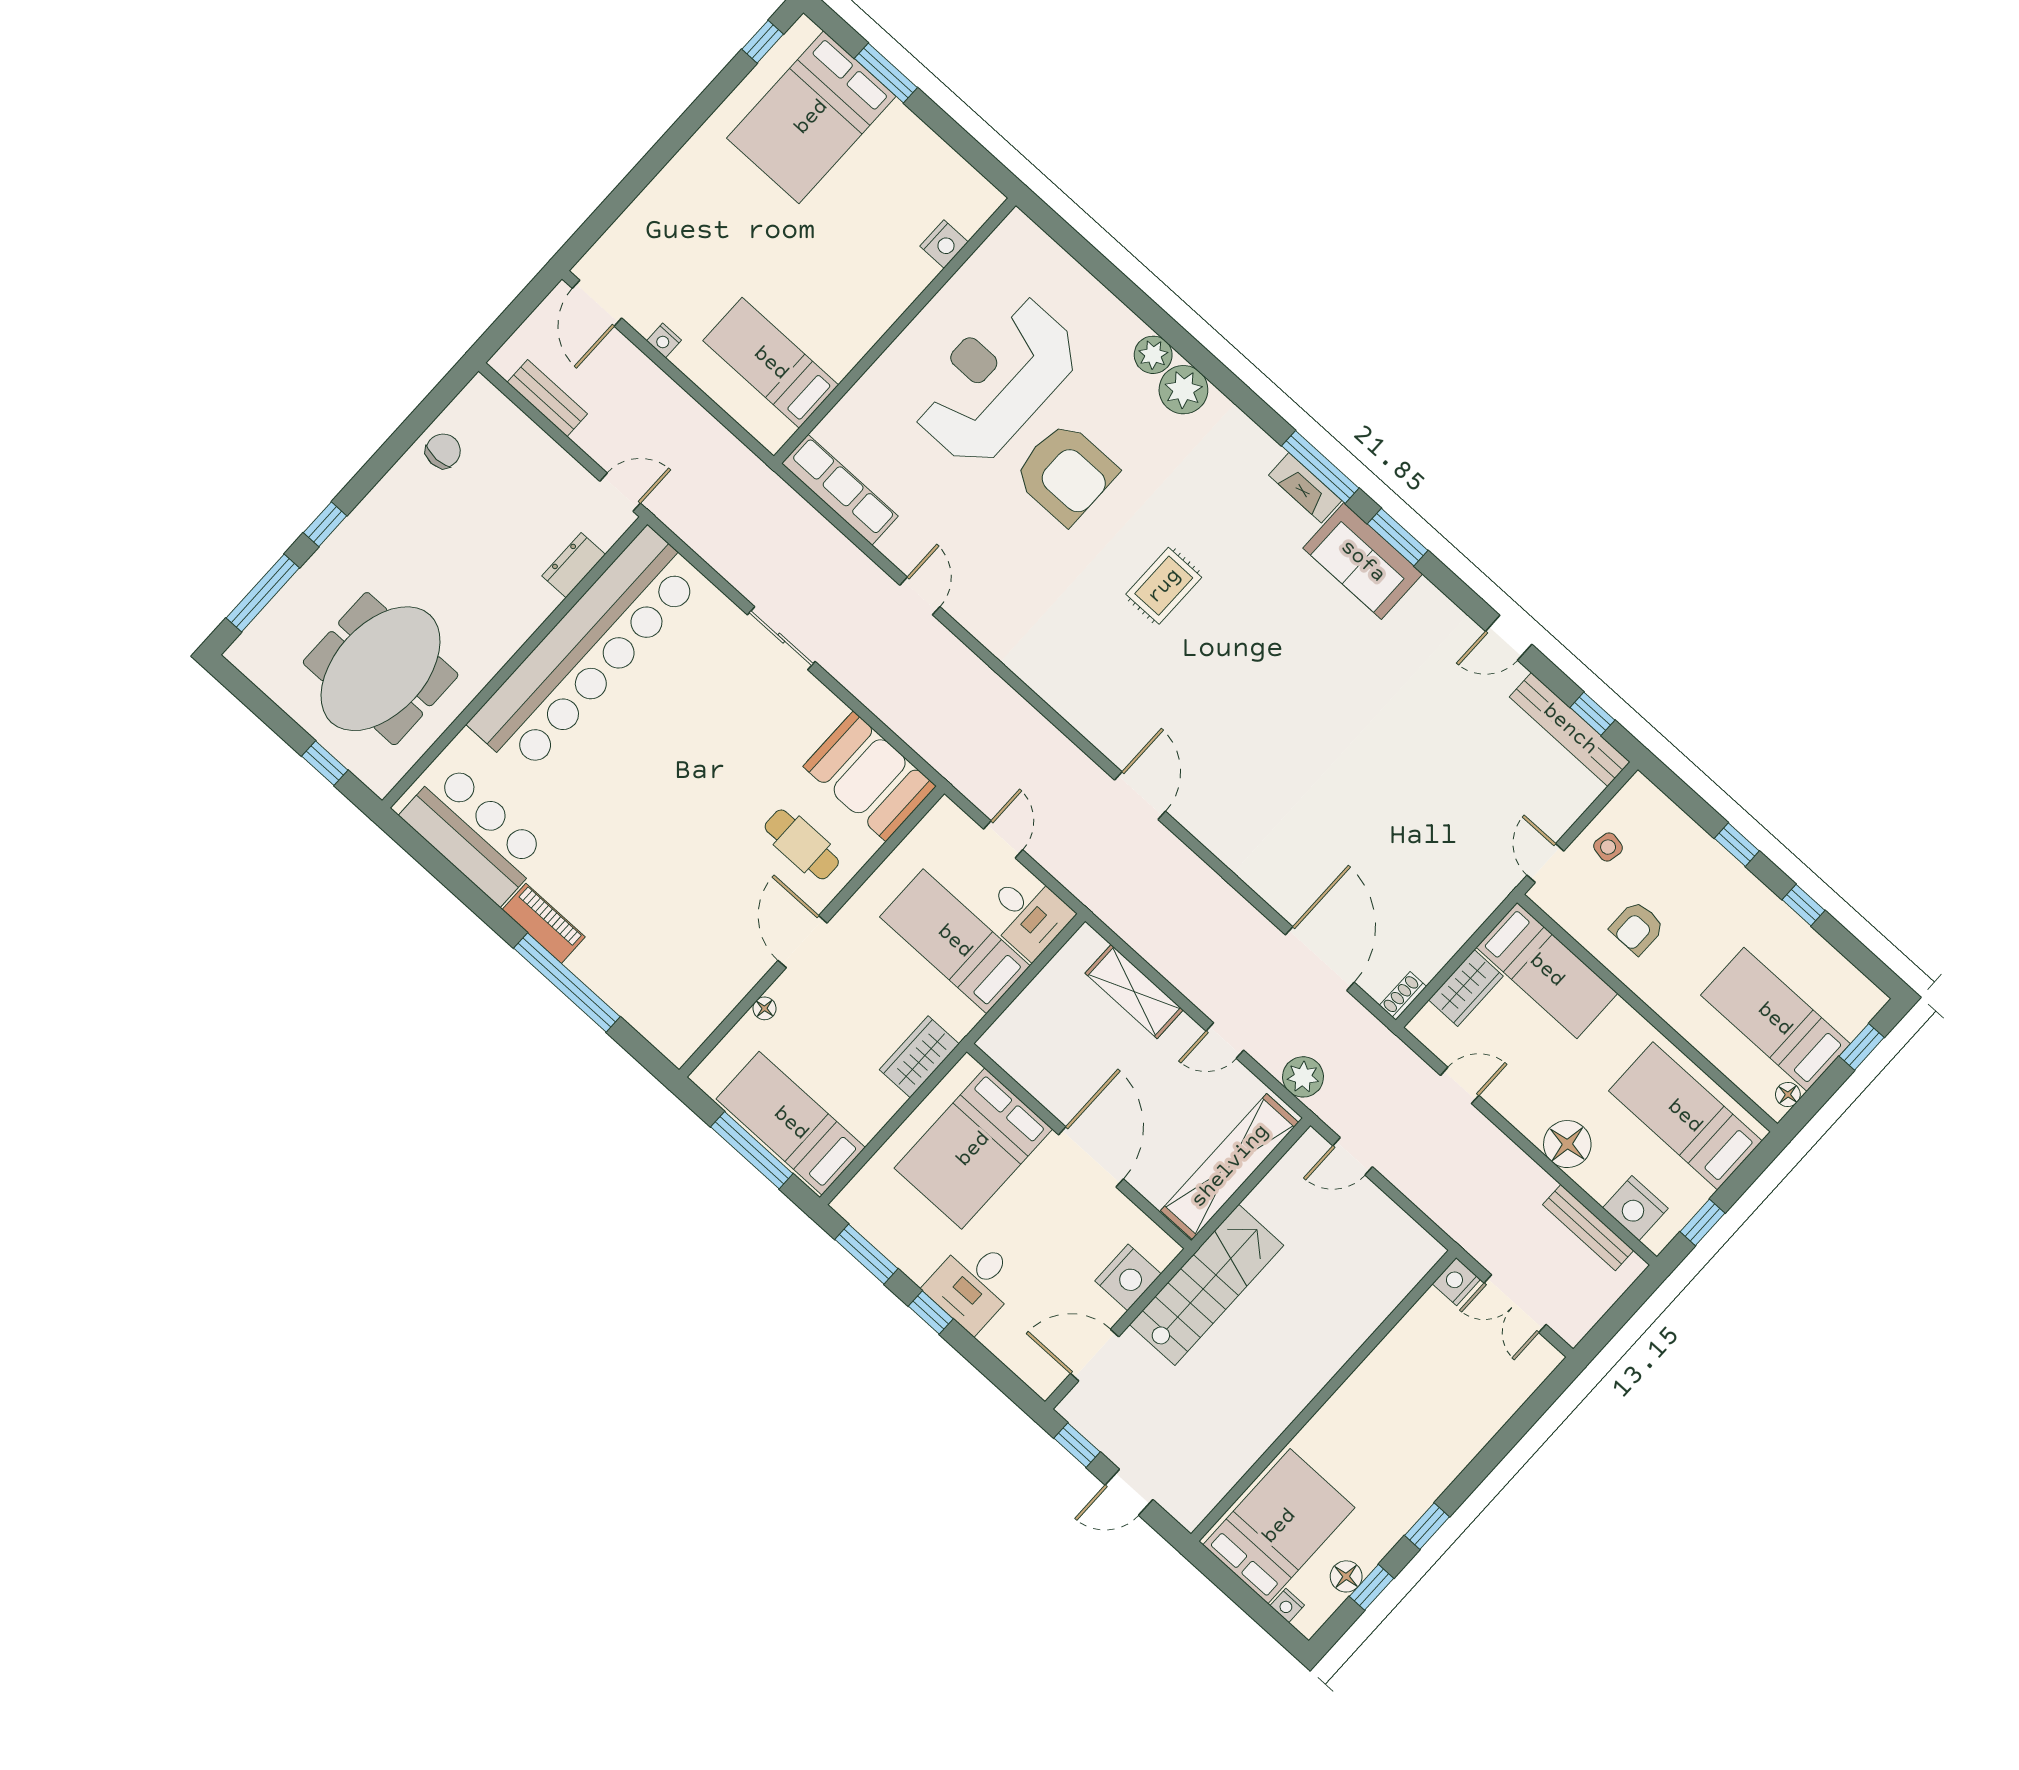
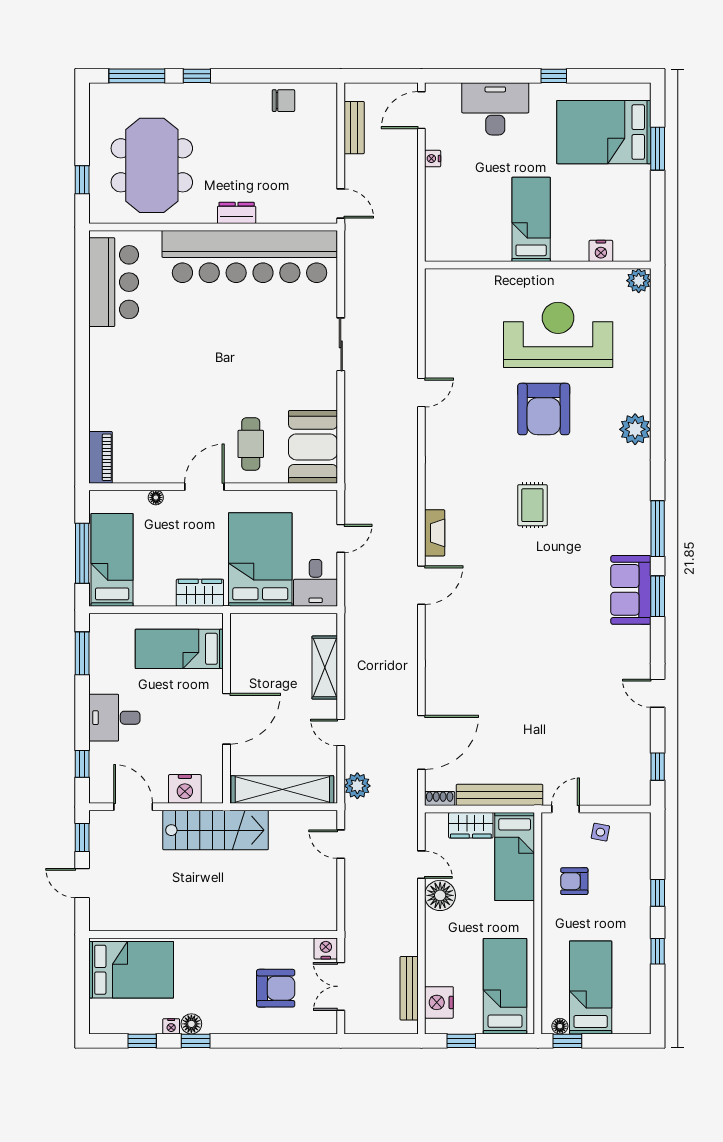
window: (763, 42) -> (554, 76), moved
desk: (672, 217) -> (495, 109), added
plant: (1153, 355) -> (639, 281), moved
bed: (771, 363) -> (531, 219), moved
fireplace: (1305, 488) -> (435, 533), moved, turned 180
row of seats: (840, 490) -> (438, 308), removed
dresser: (574, 565) -> (237, 213), moved
rug: (1164, 586) -> (532, 505), turned 90
meeting table: (381, 669) -> (152, 165), turned 90
bench: (1570, 729) -> (499, 795), moved, turned 90
piano: (544, 923) -> (101, 457), moved
bed: (955, 941) -> (260, 560), width x1.50
window: (567, 982) -> (82, 391), removed
window: (1862, 1047) -> (567, 1041), moved
floor lamp: (1567, 1144) -> (440, 895), moved
bed: (973, 1149) -> (179, 649), width x0.67
window: (931, 1312) -> (82, 764), moved
armchair: (1450, 1380) -> (276, 988), added
floor lamp: (1346, 1576) -> (191, 1024), moved
nightstand: (1287, 1606) -> (171, 1026), moved, turned -90

